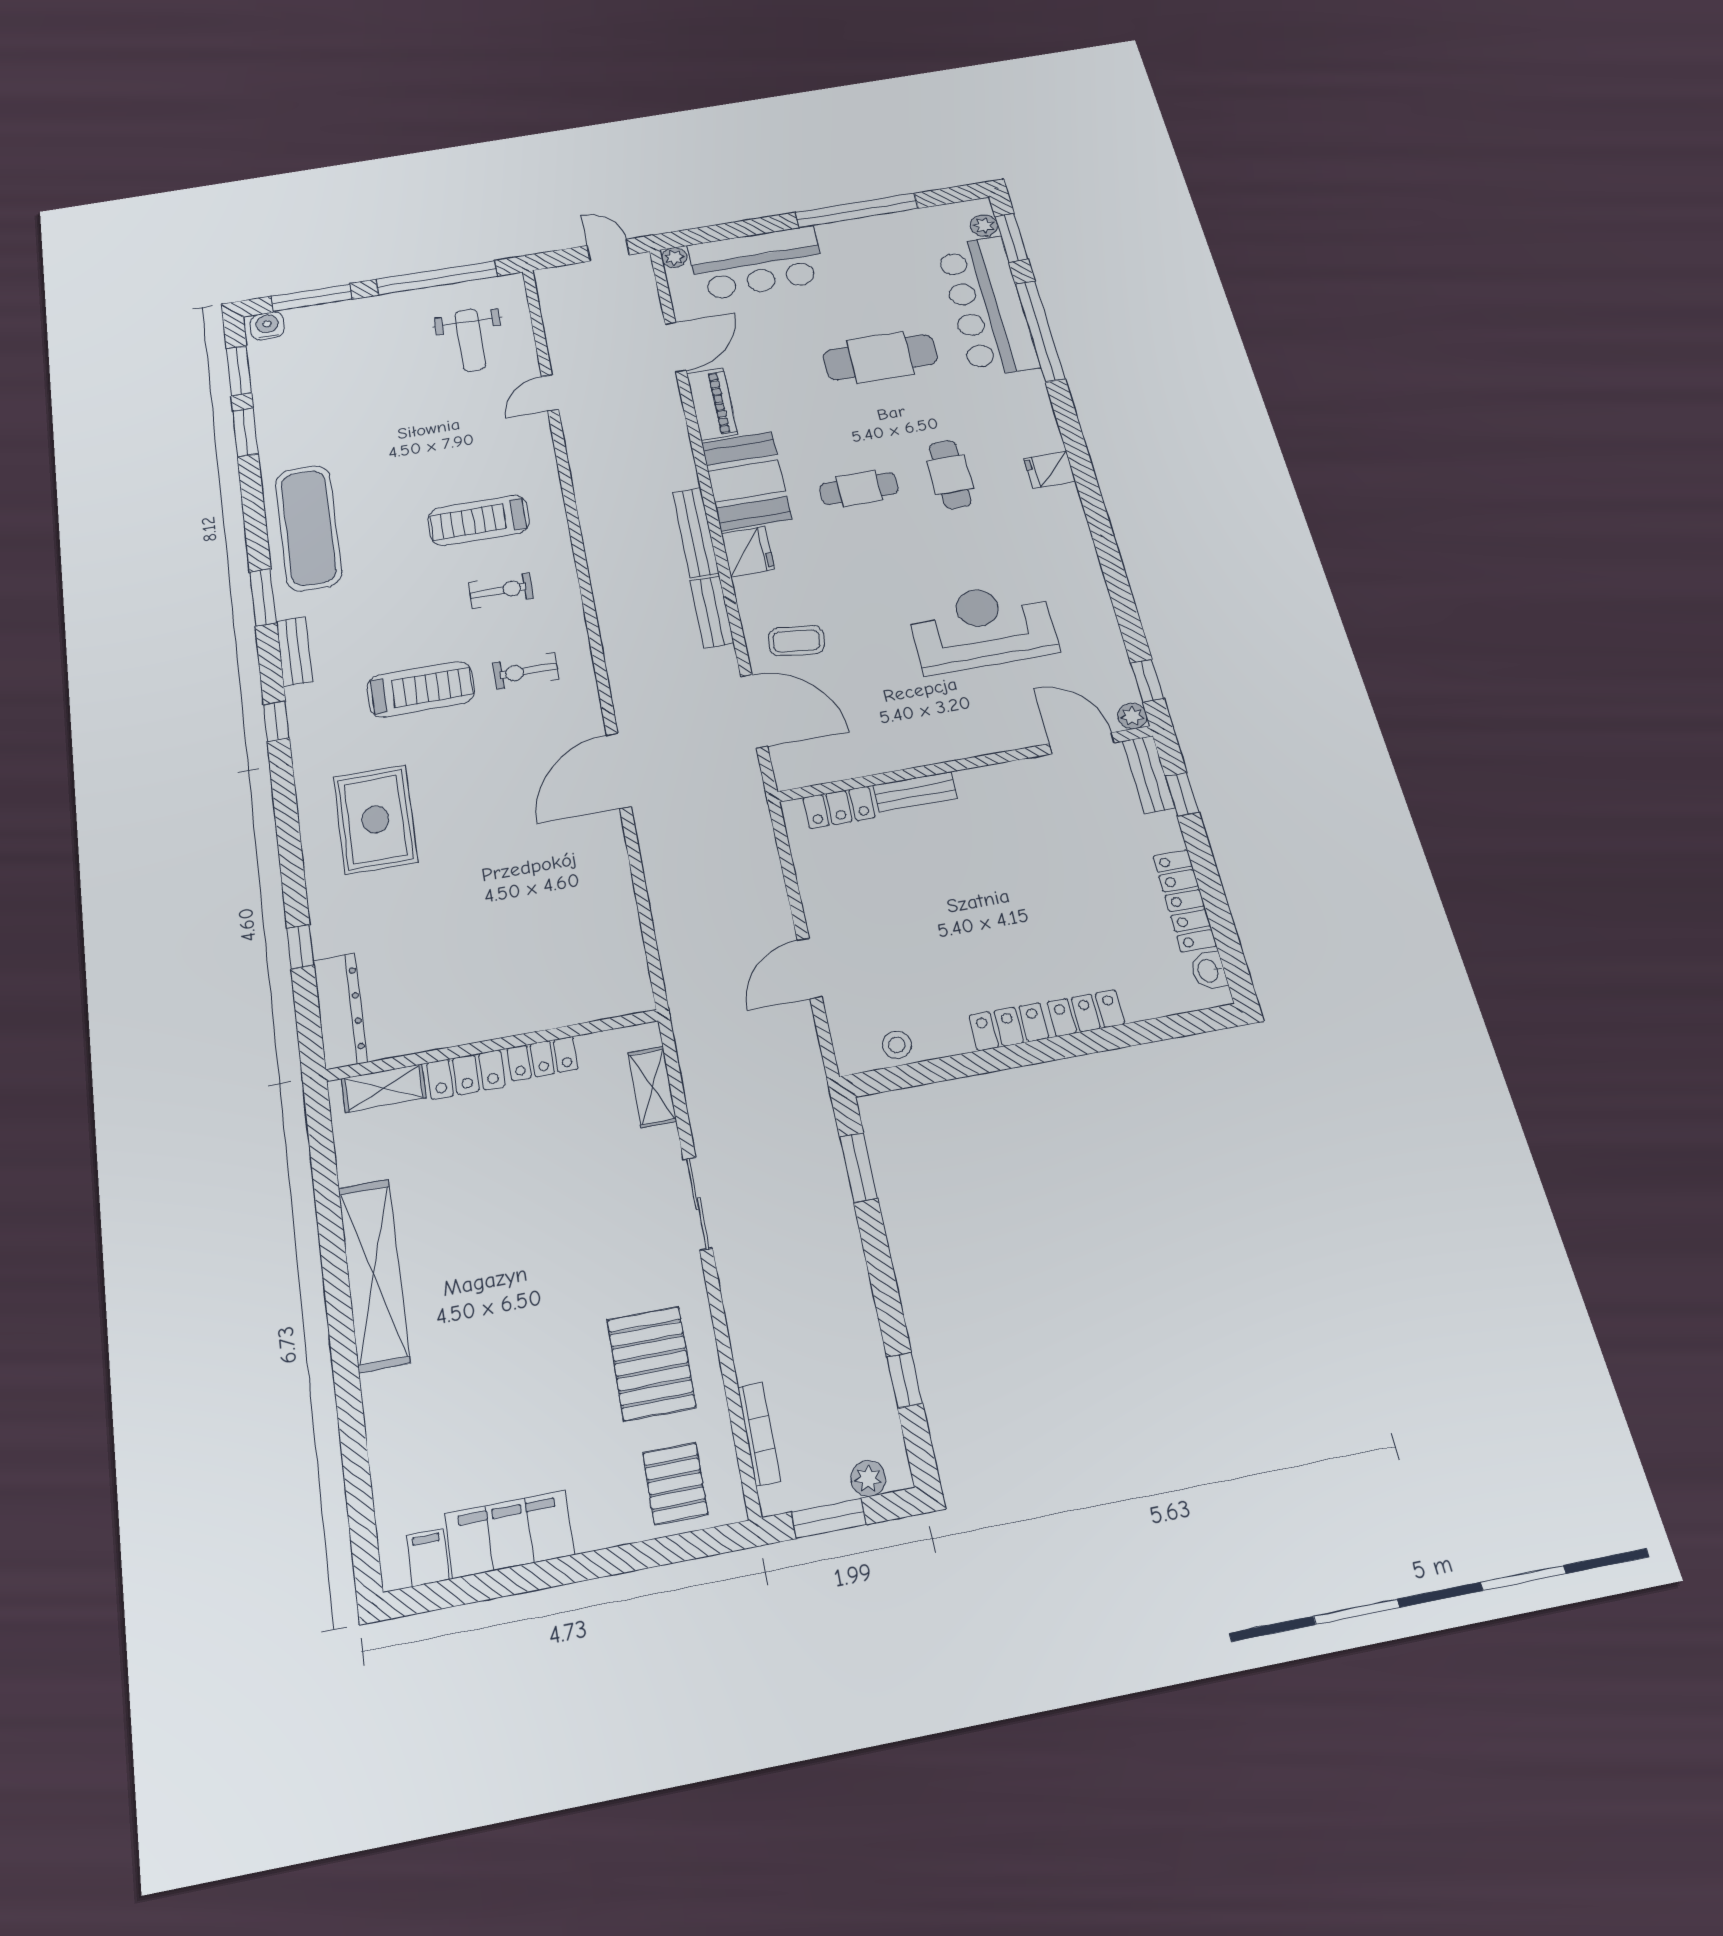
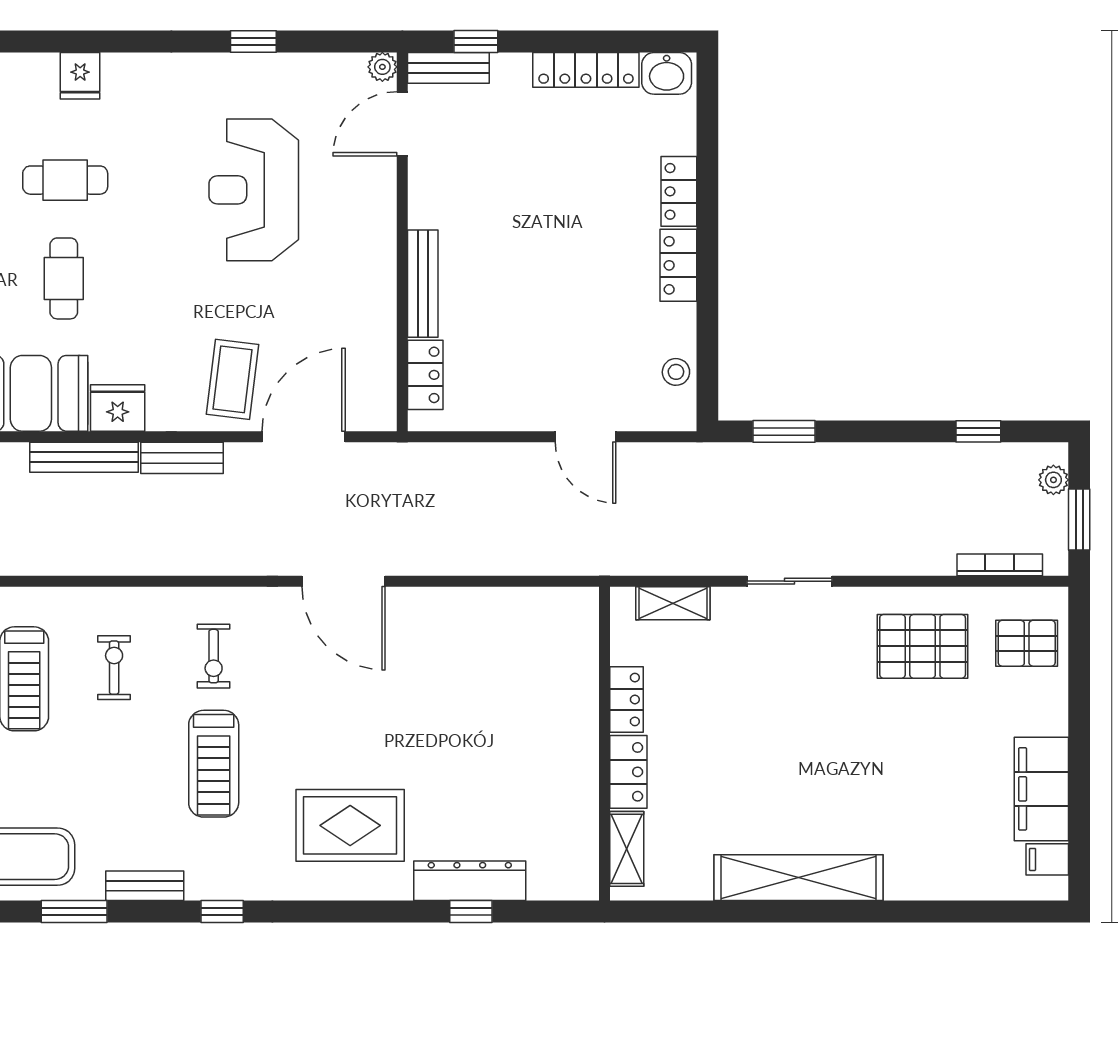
coffee table: (796, 641) -> (232, 379), width x1.36, depth x1.30
window: (1147, 681) -> (253, 42), moved
treadmill: (421, 689) -> (214, 764), turned 180
bench: (915, 792) -> (423, 284), width x1.36
washbasin: (1209, 971) -> (667, 73), width x1.38, depth x1.45
dresser: (340, 1011) -> (470, 881), moved

